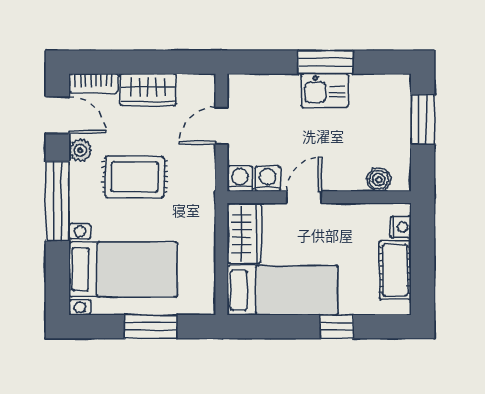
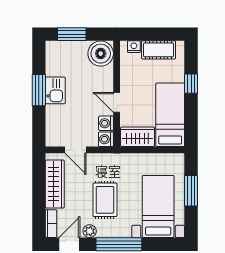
wardrobe: (148, 90) -> (55, 184), width x1.50
boiler: (379, 180) -> (101, 54), width x1.86, depth x1.86

